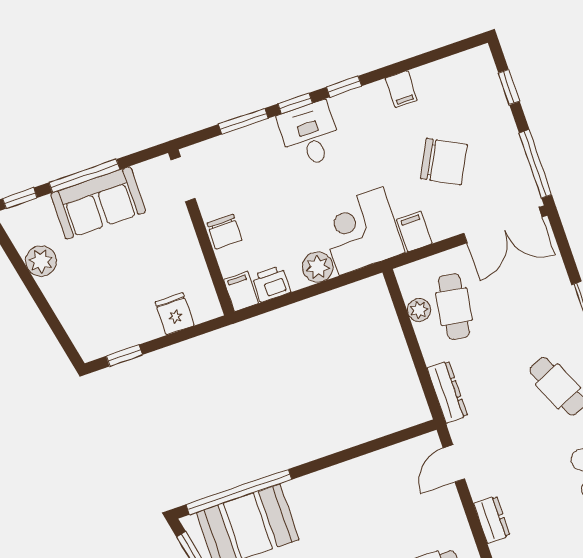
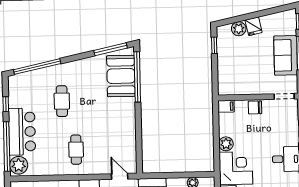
plant: (41, 261) -> (239, 29), moved
printer: (271, 284) -> (225, 121), removed
fridge: (175, 314) -> (254, 26), moved, turned 78

